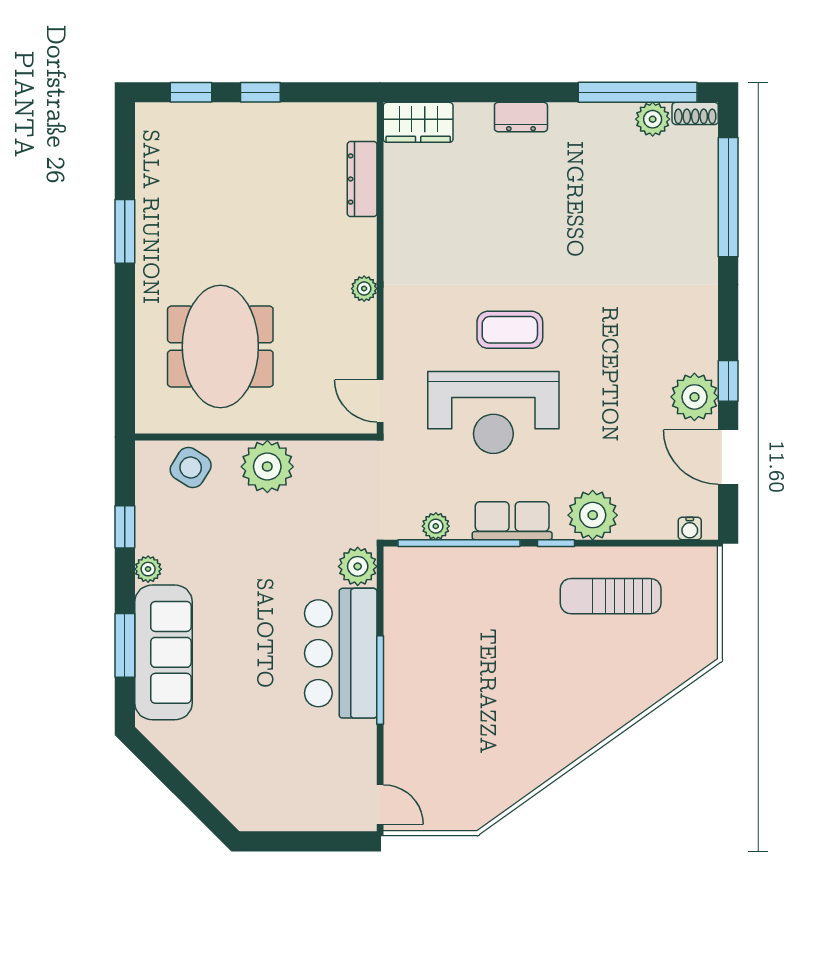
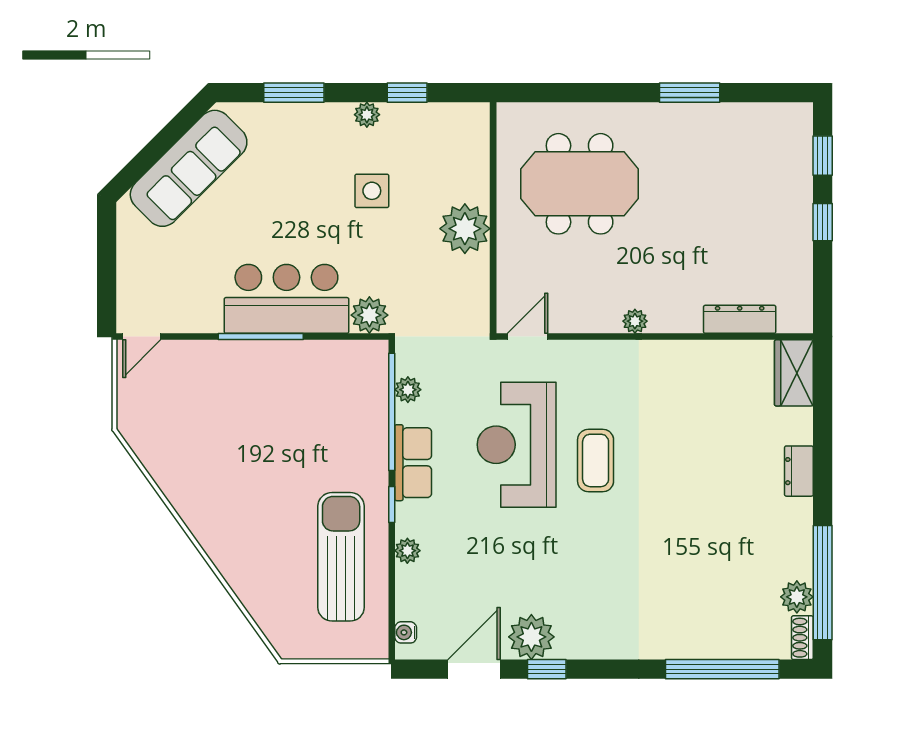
side table: (191, 467) -> (372, 191), moved, turned -32
plant: (593, 515) -> (407, 551), width x0.53, depth x0.53
sun lounger: (611, 596) -> (341, 557), width x1.36, depth x1.34
sofa: (164, 652) -> (189, 168), moved, turned -45

